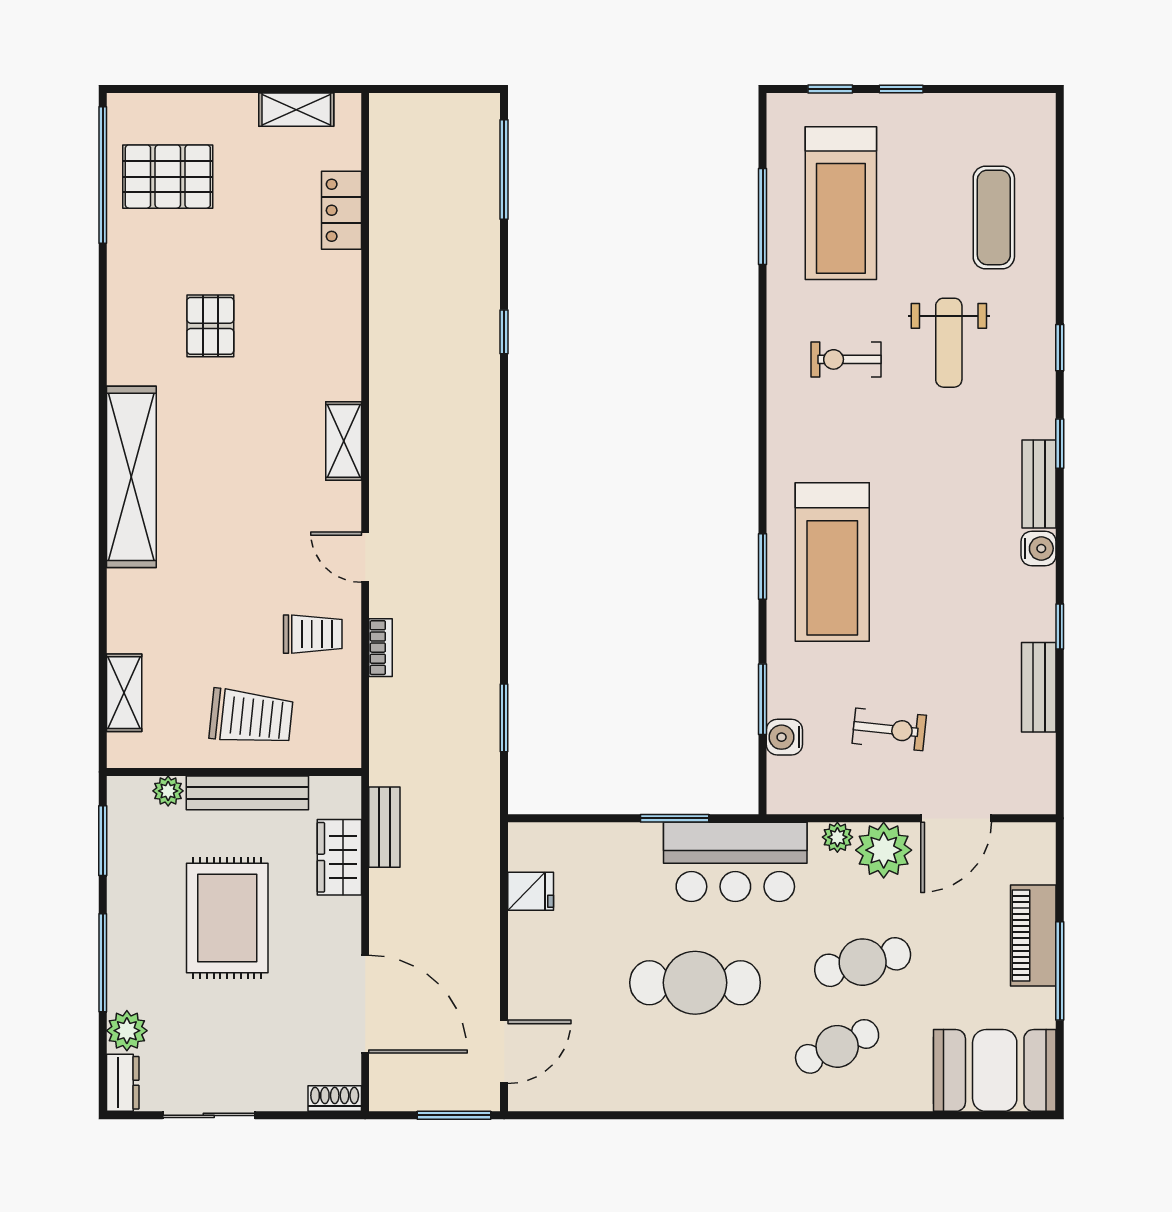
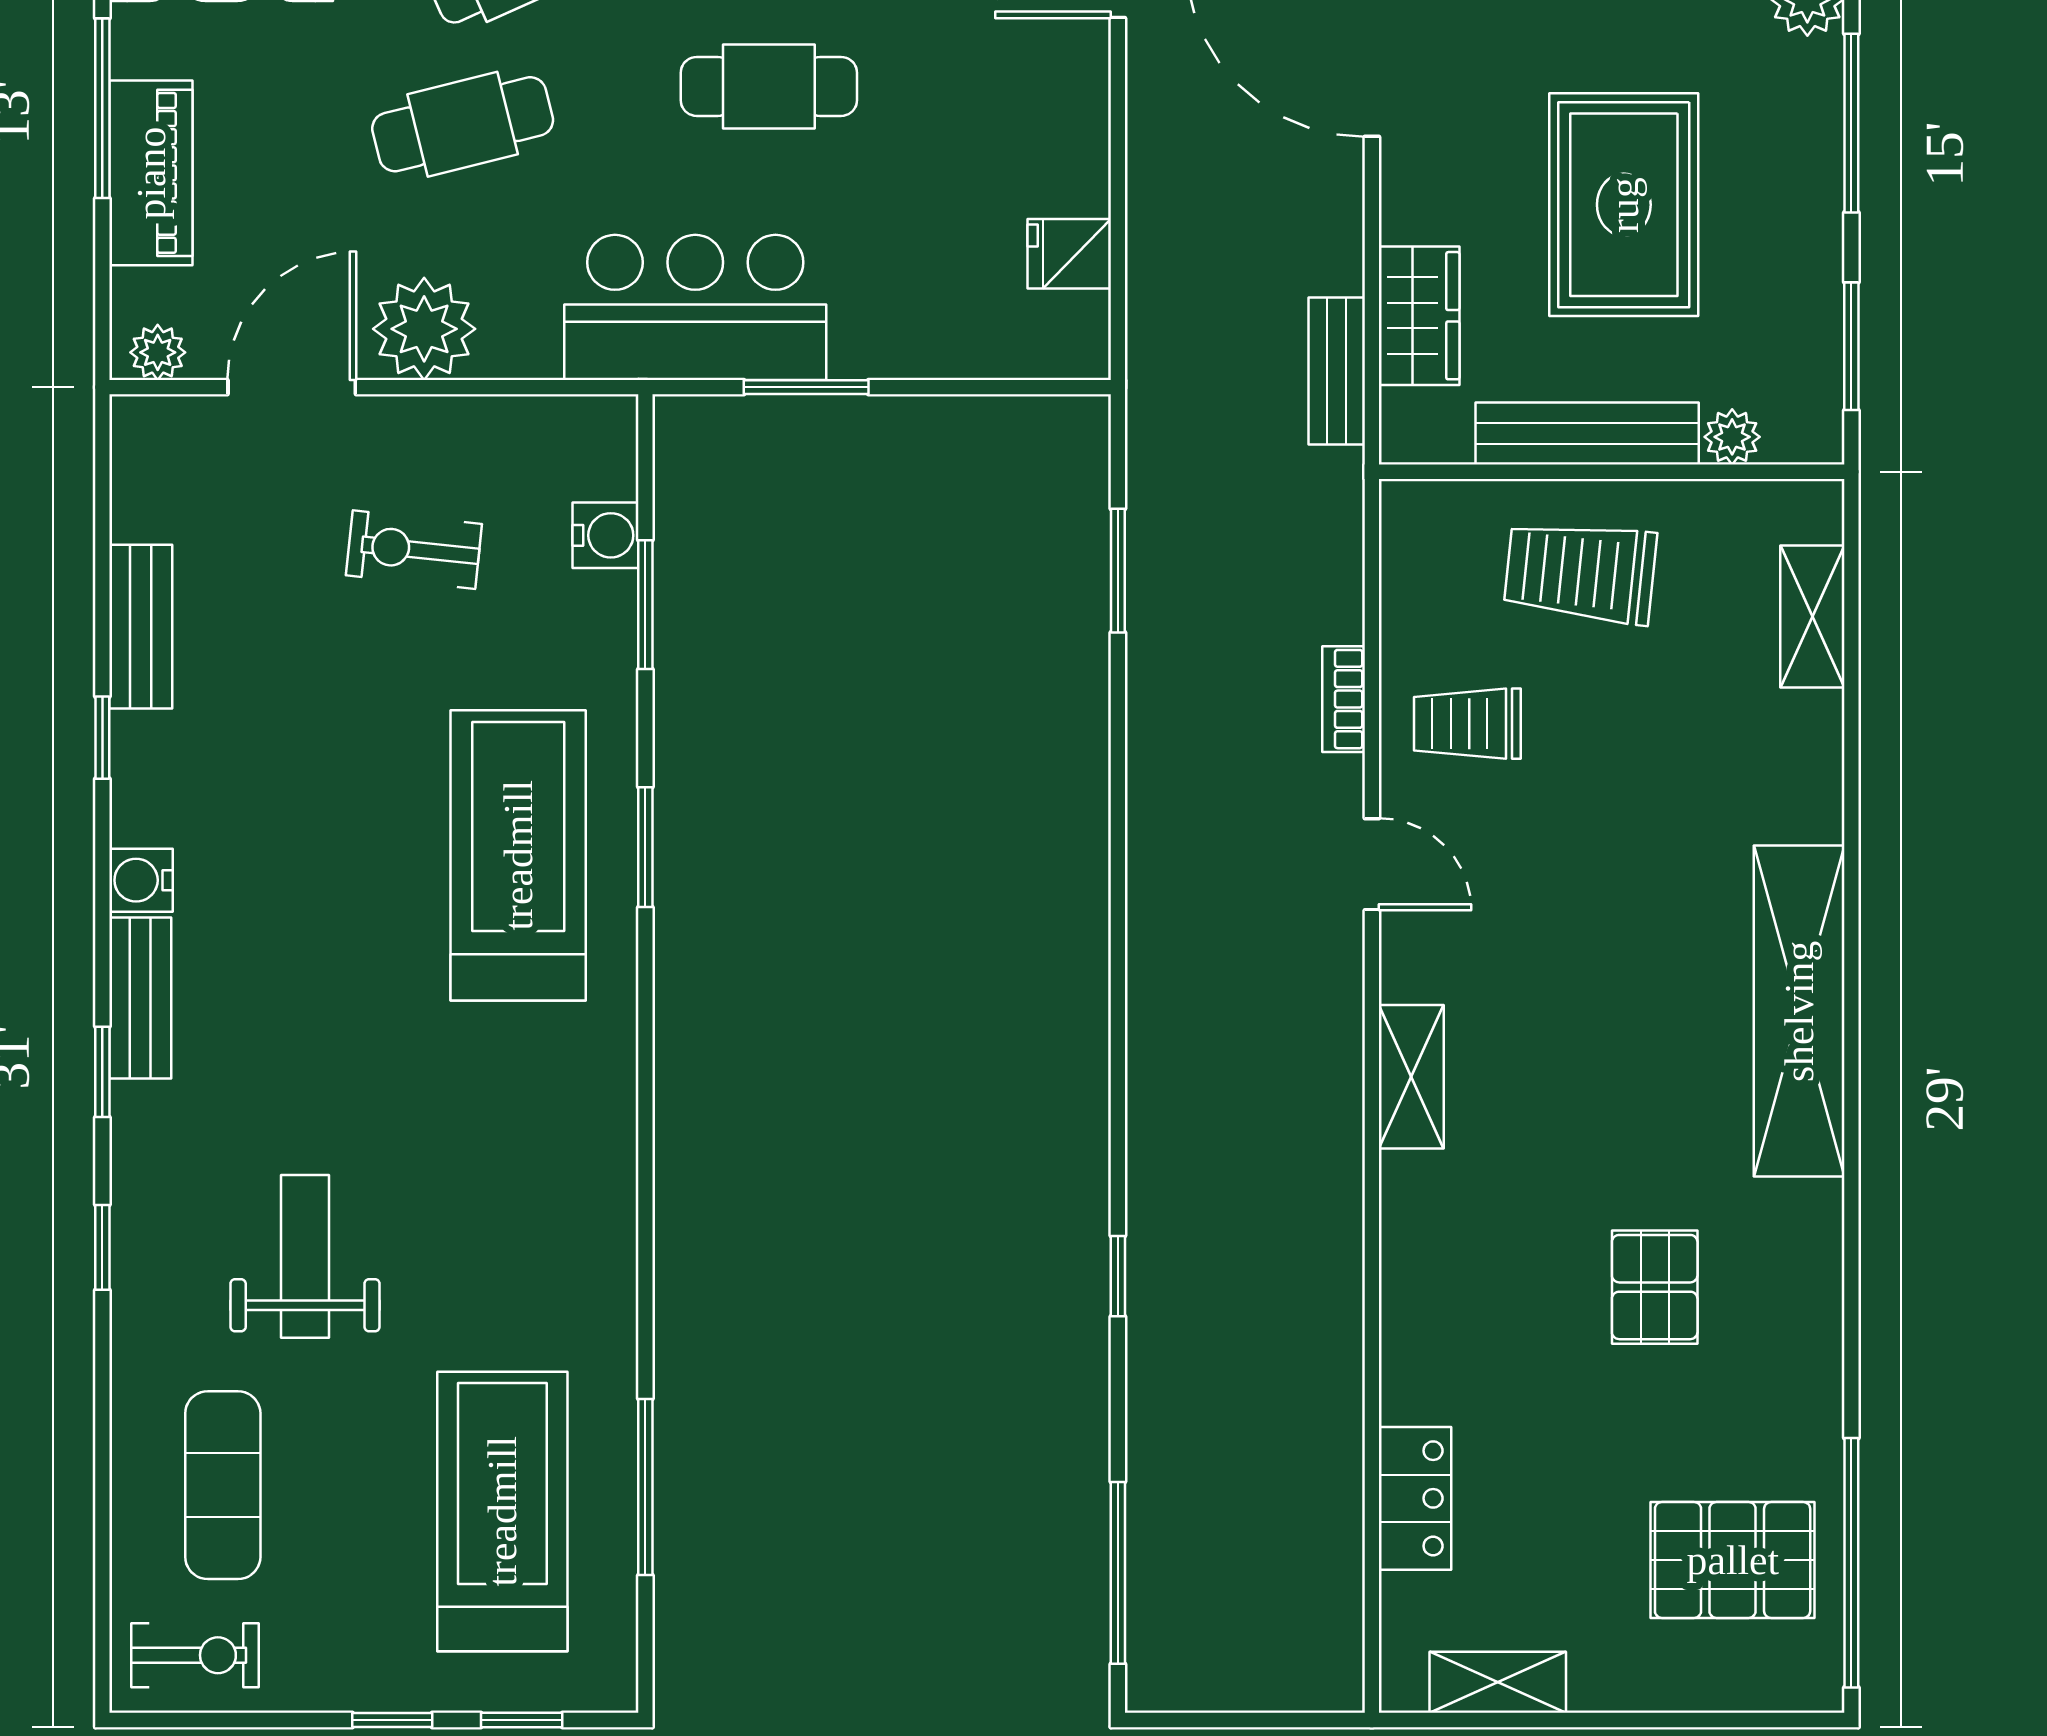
exercise bike: (846, 359) -> (195, 1655), moved
plant: (837, 837) -> (158, 352), moved
cafe table: (695, 983) -> (769, 86), width x0.73, depth x0.74

